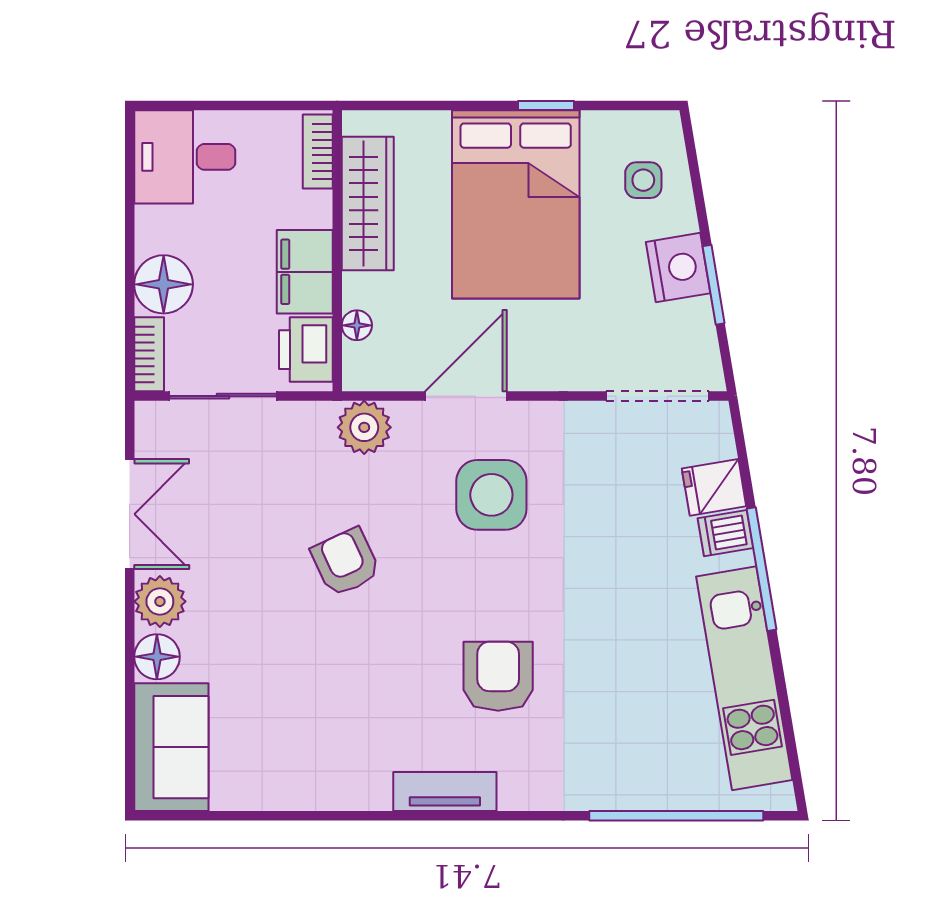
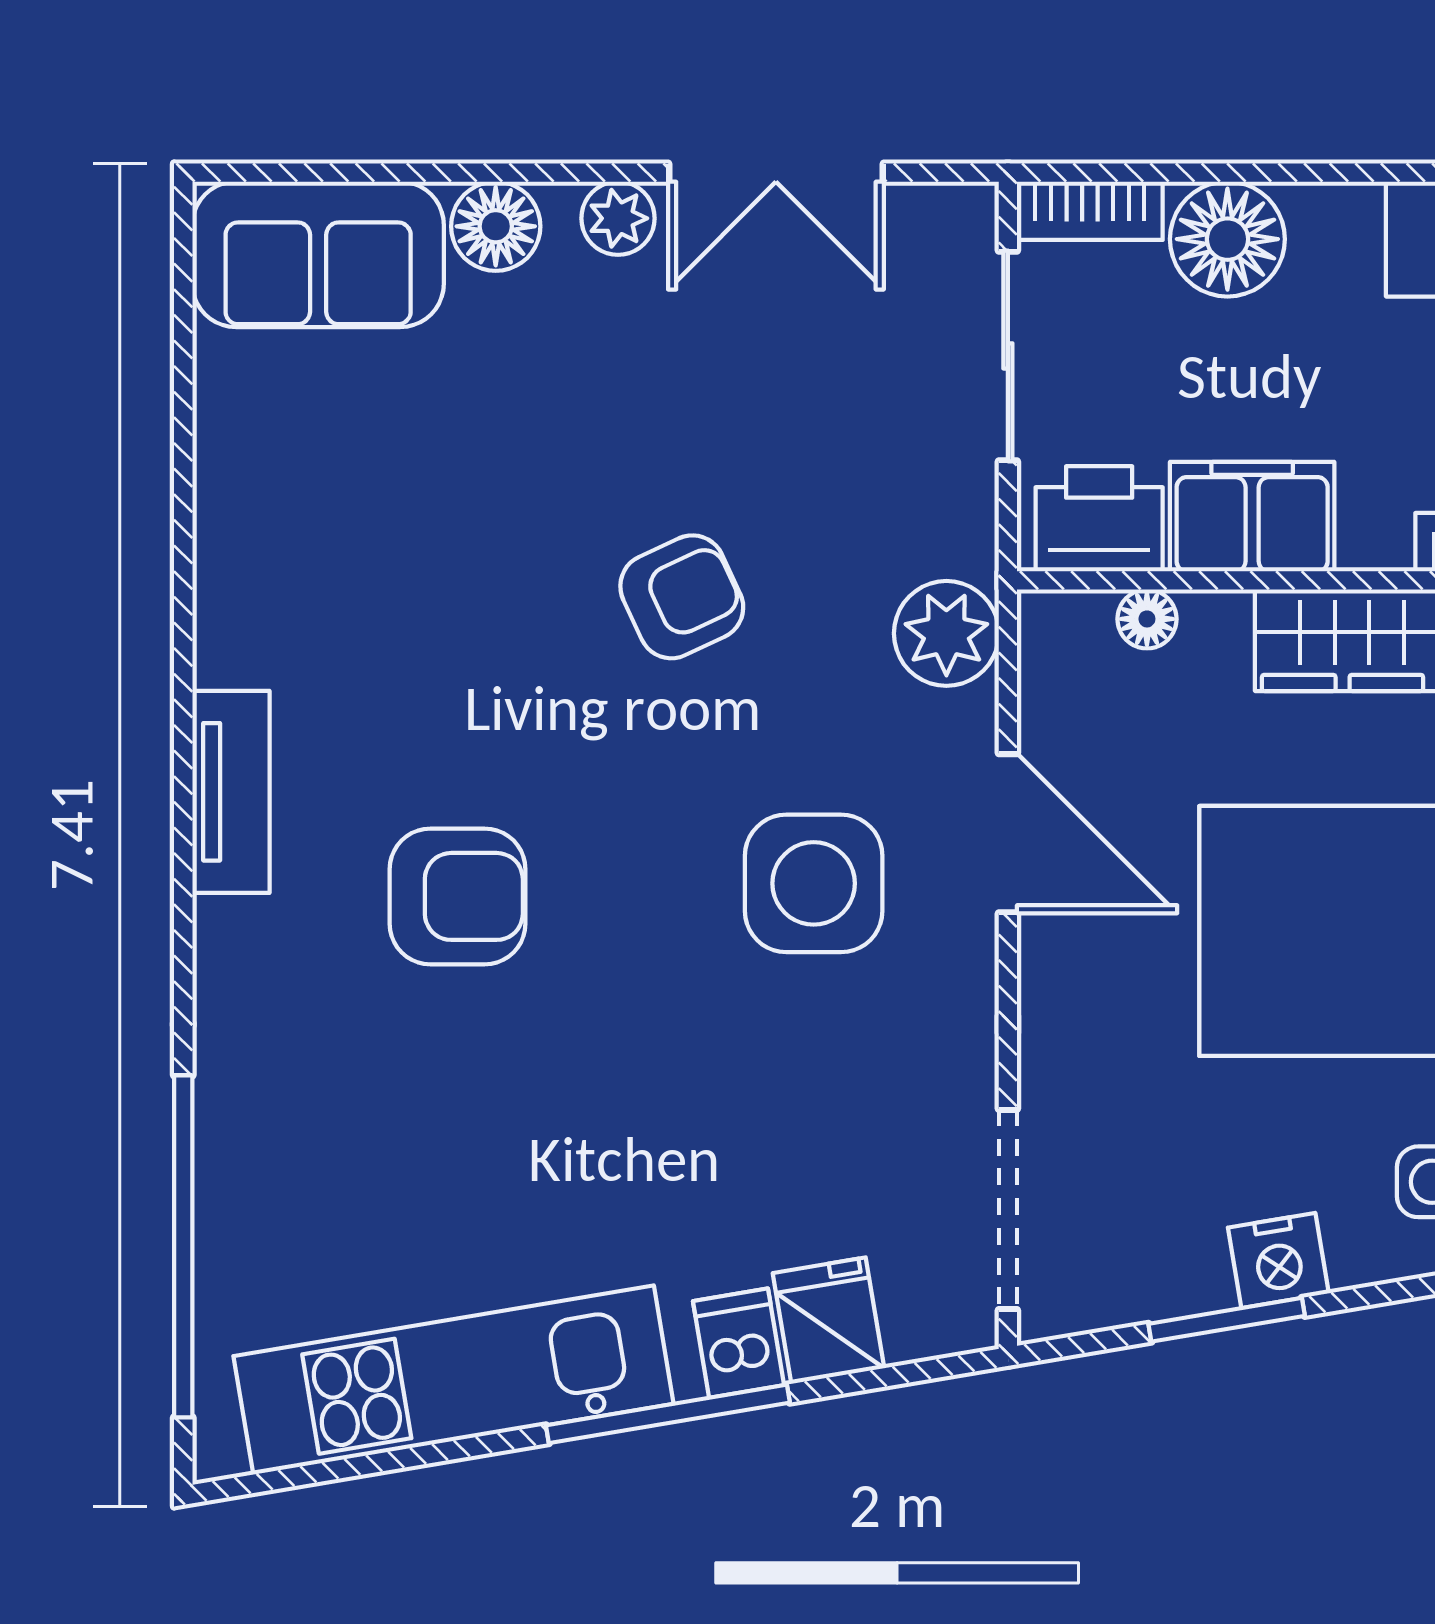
nightstand: (678, 268) -> (1278, 1260), width x0.74, depth x0.75
plant: (160, 601) -> (618, 218), width x0.73, depth x0.73

